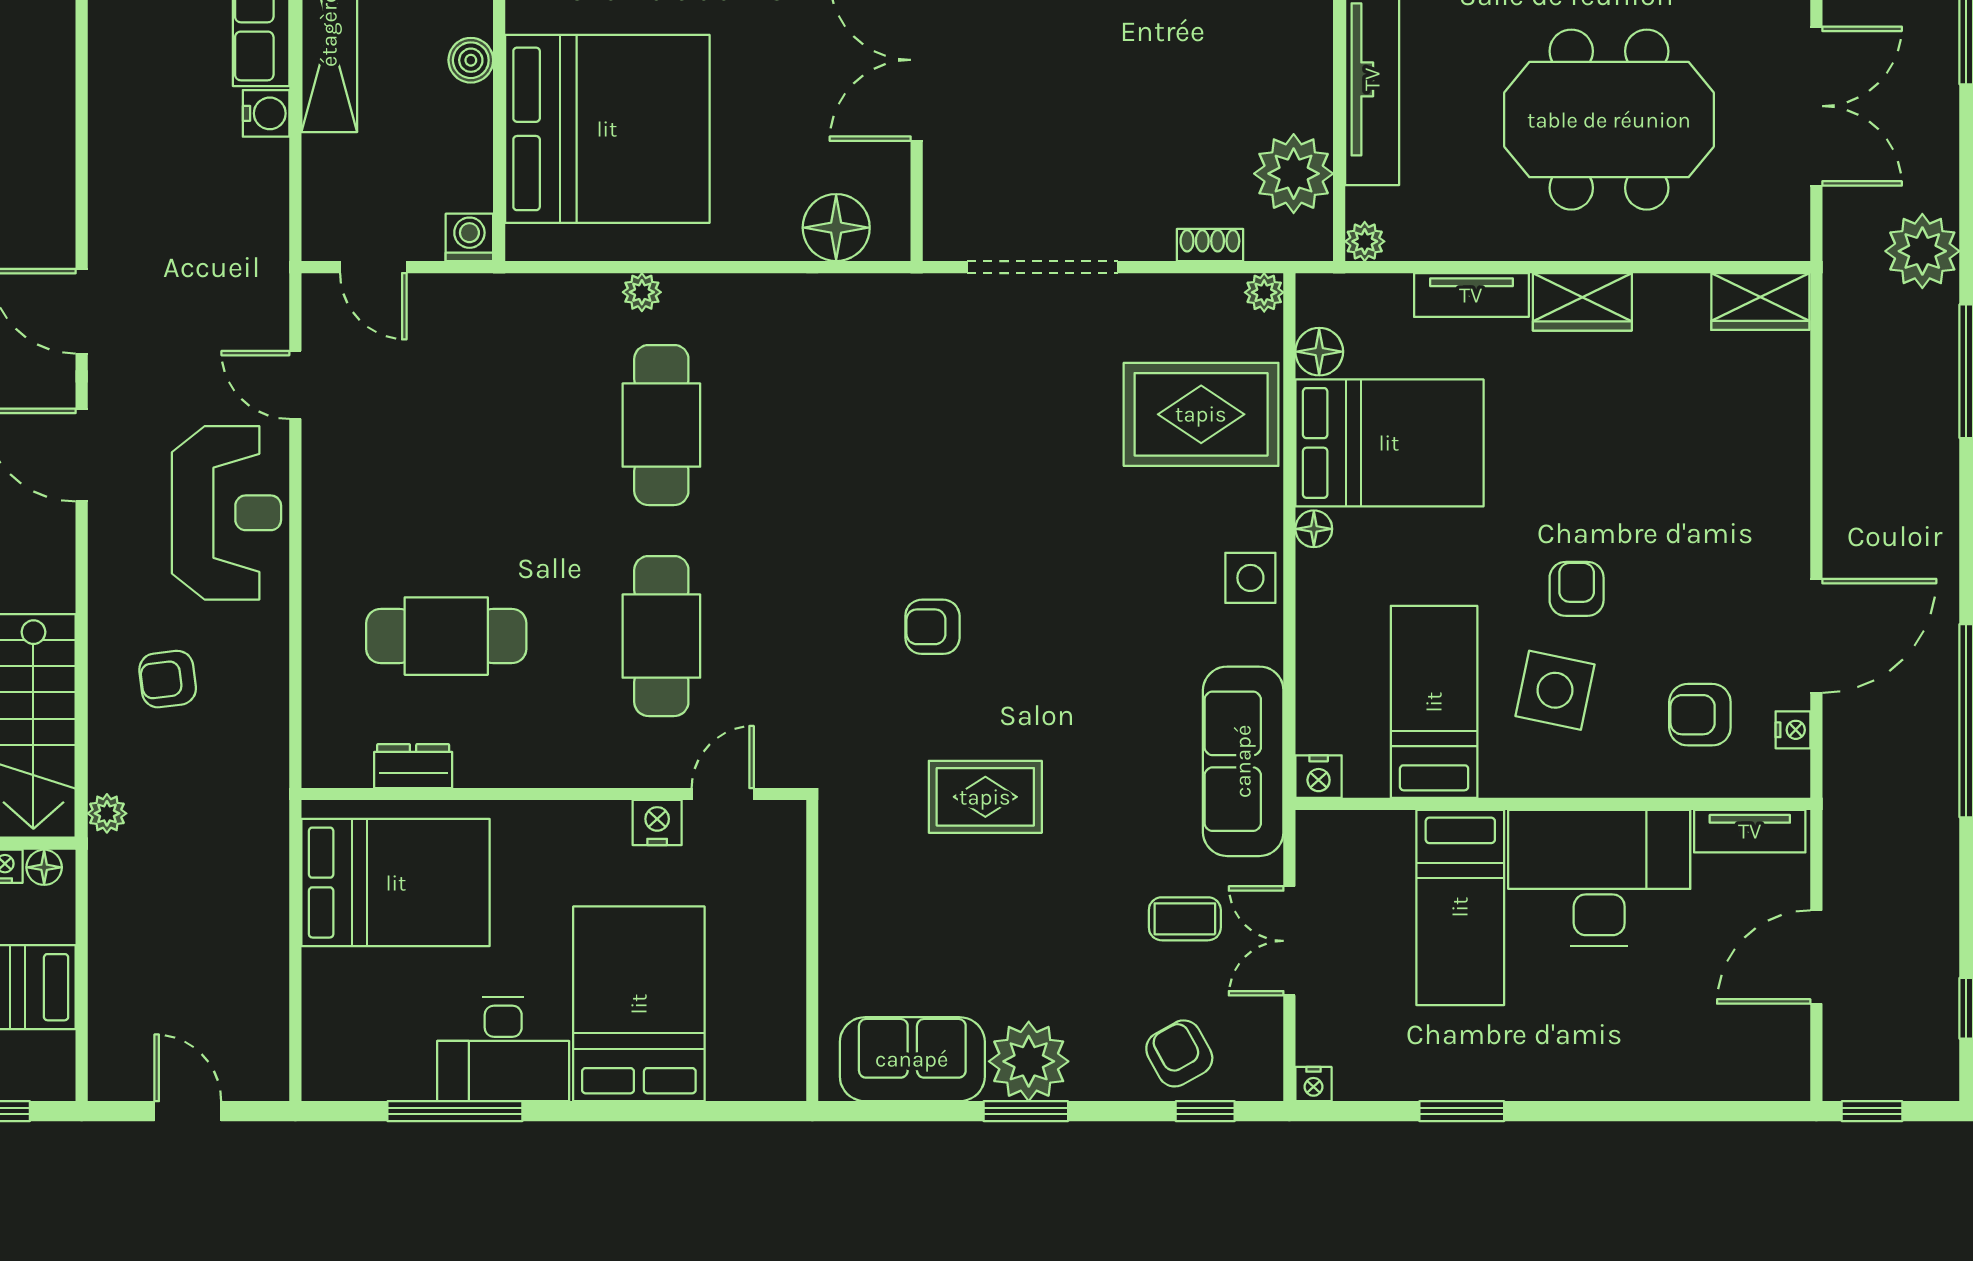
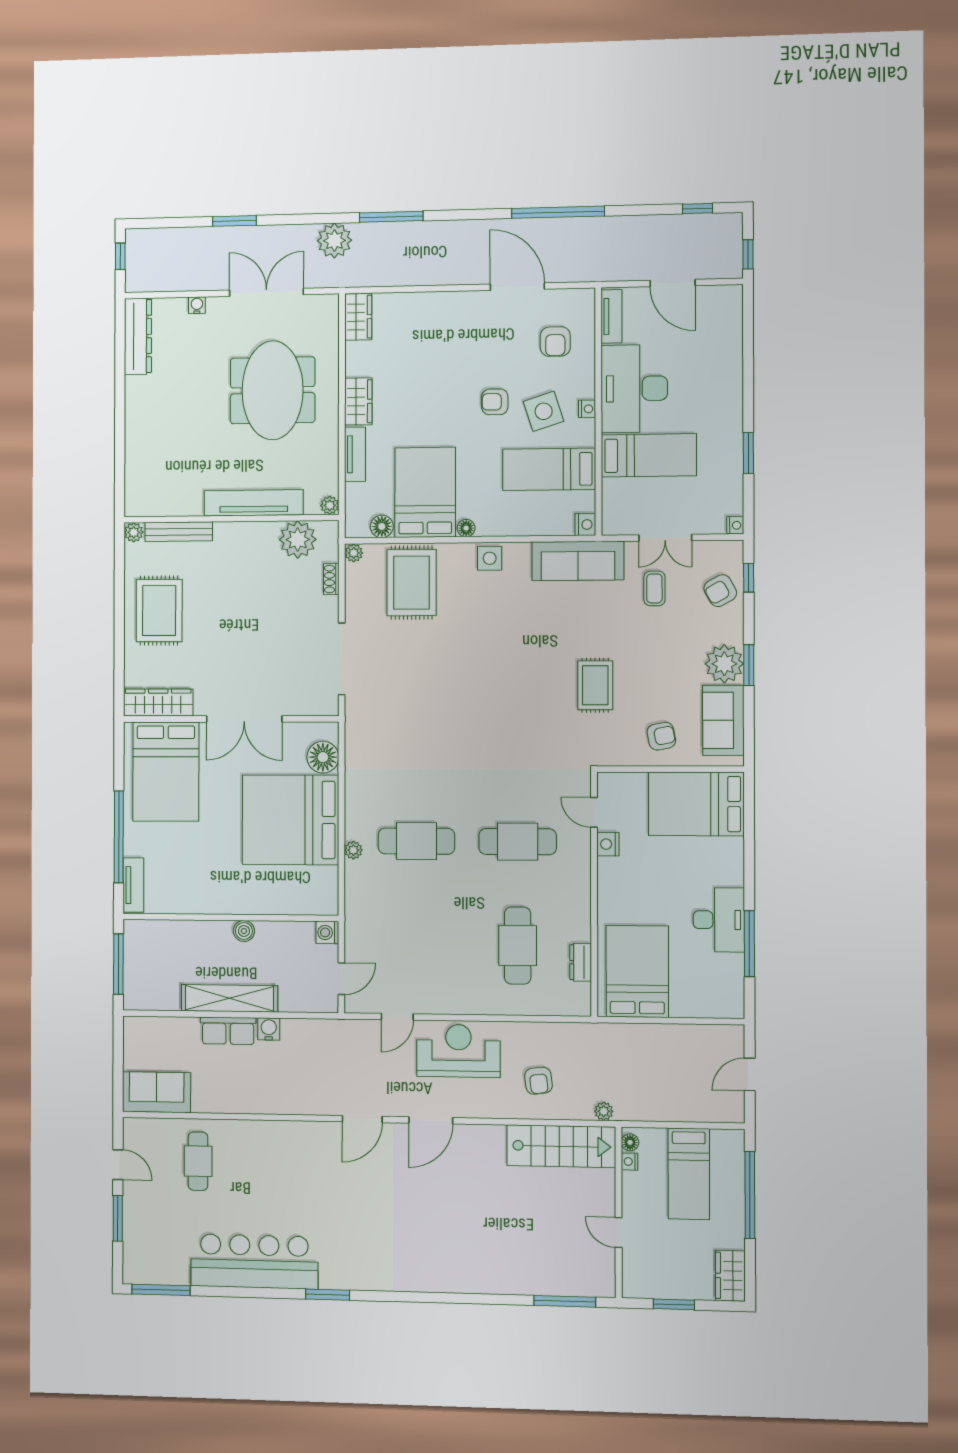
bed: (607, 129) -> (290, 820), moved, turned -90
armchair: (932, 627) -> (661, 736), moved, turned -101
side table: (1555, 690) -> (544, 411), turned -30
nightstand: (1793, 730) -> (587, 409), moved, turned 90
bed: (639, 1004) -> (696, 804), moved

